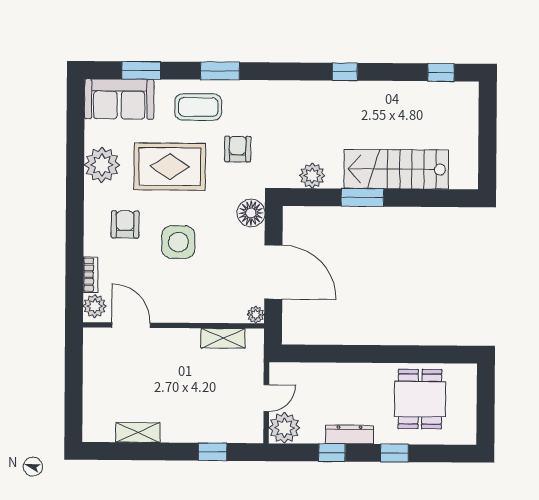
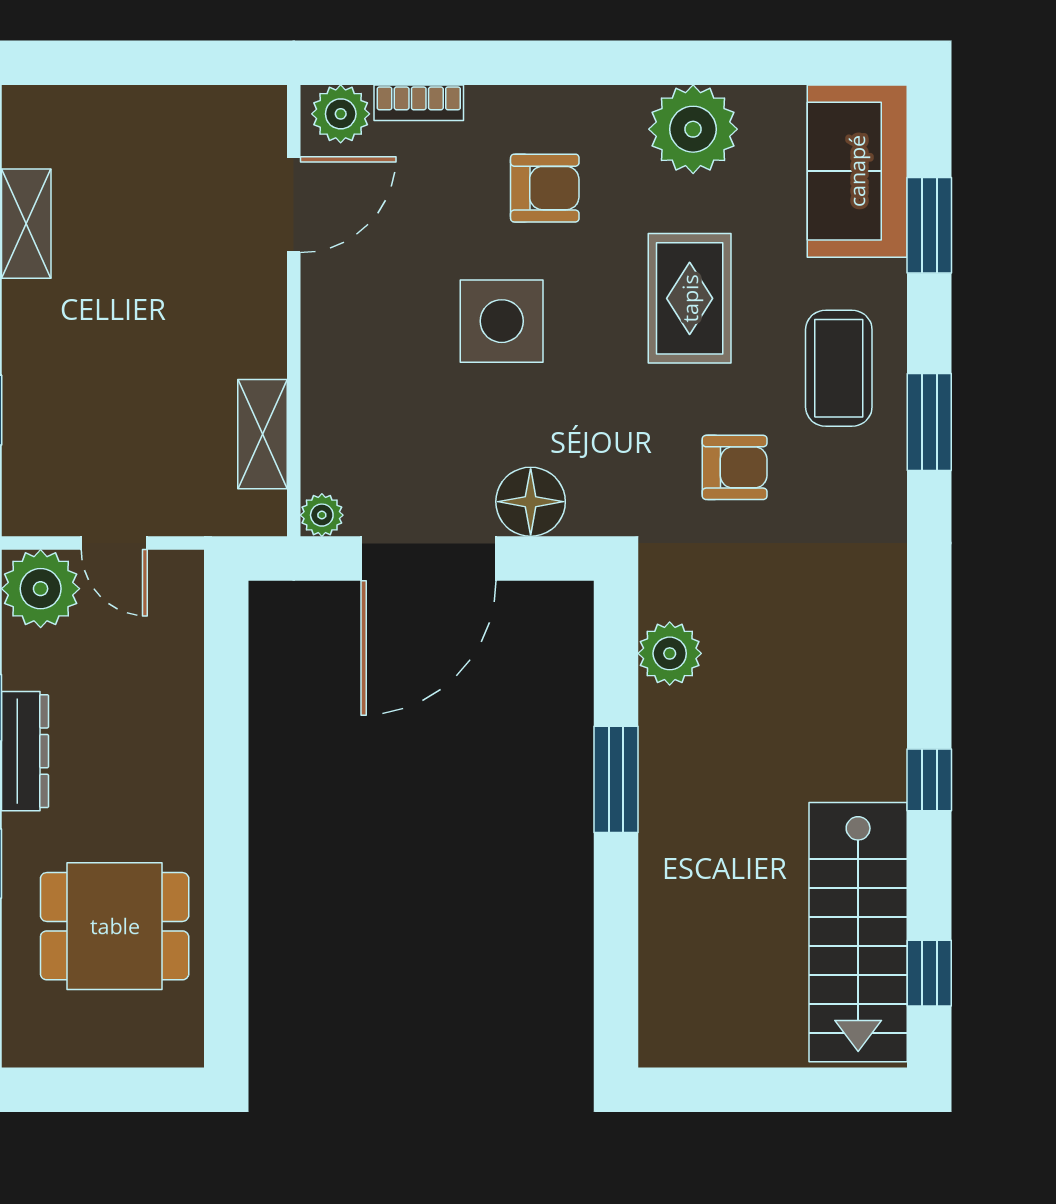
window: (345, 72) -> (929, 780), moved
rug: (170, 167) -> (690, 298), width x0.73, depth x0.70
stairs: (396, 169) -> (858, 932), moved, turned 180
floor lamp: (251, 213) -> (531, 502), moved

